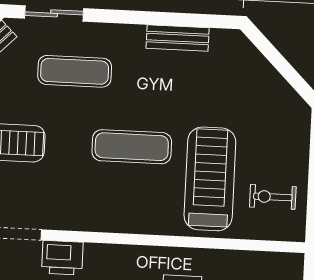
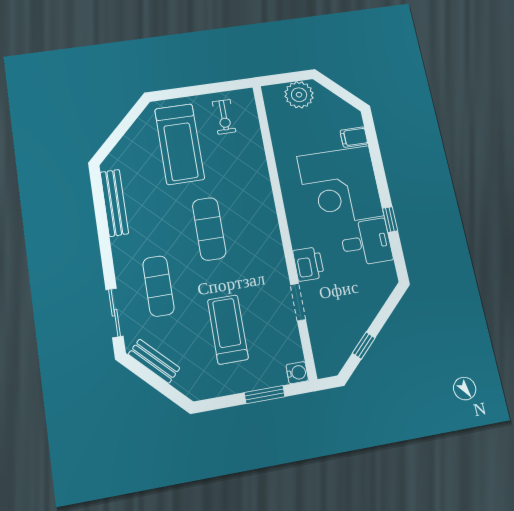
bench: (178, 38) -> (114, 203), width x1.36
treadmill: (210, 179) -> (180, 144), moved, turned -90

